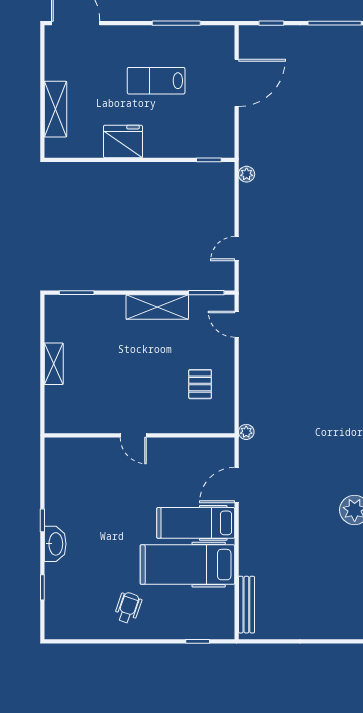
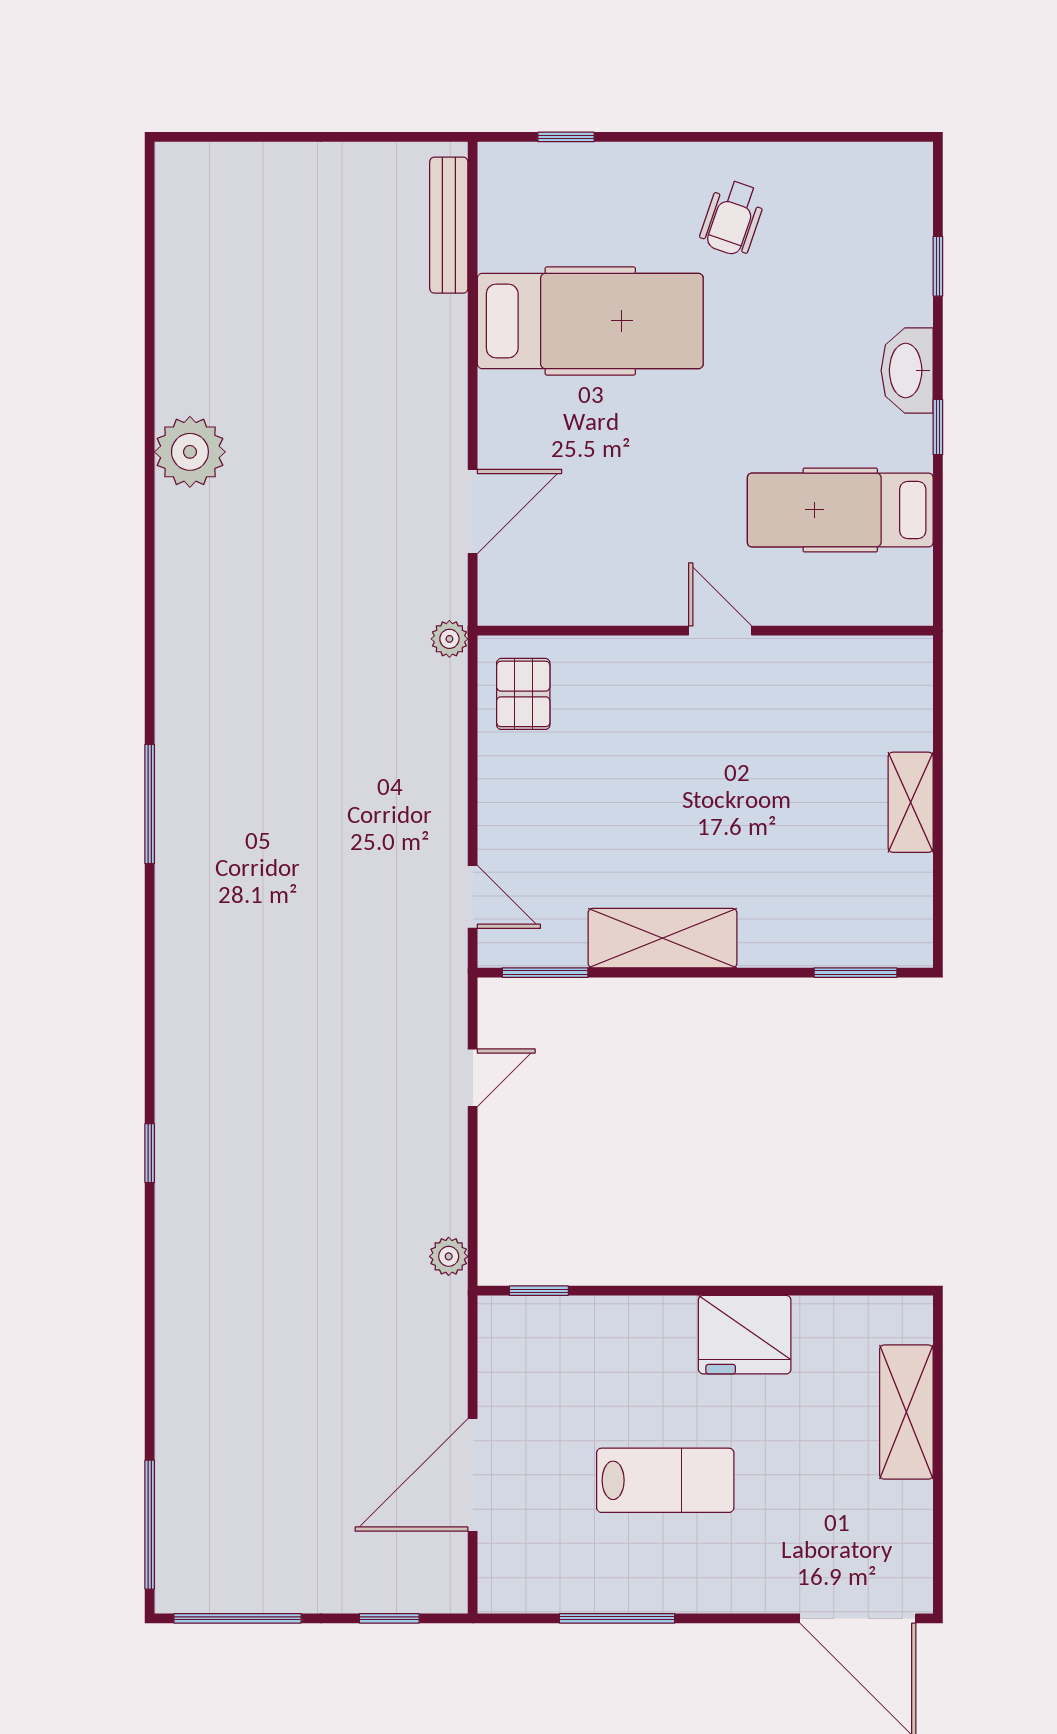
pallet: (200, 384) -> (523, 694), moved
hospital bed: (196, 523) -> (840, 510), moved, turned 180

